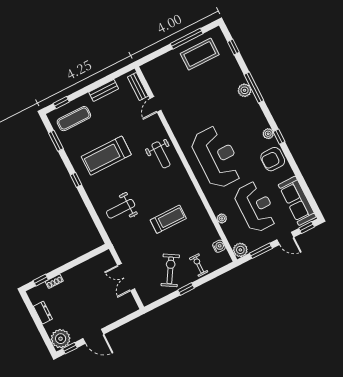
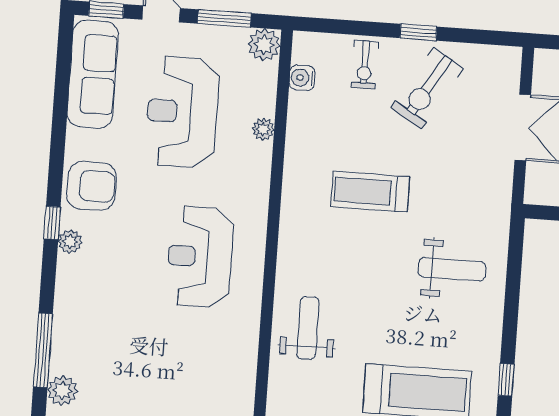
plant: (245, 90) -> (62, 391), moved
reception desk: (217, 157) -> (200, 257), width x0.74, depth x0.77

